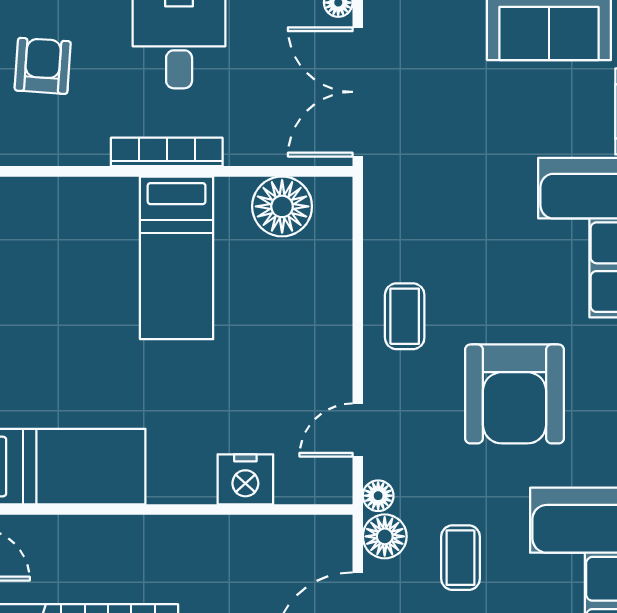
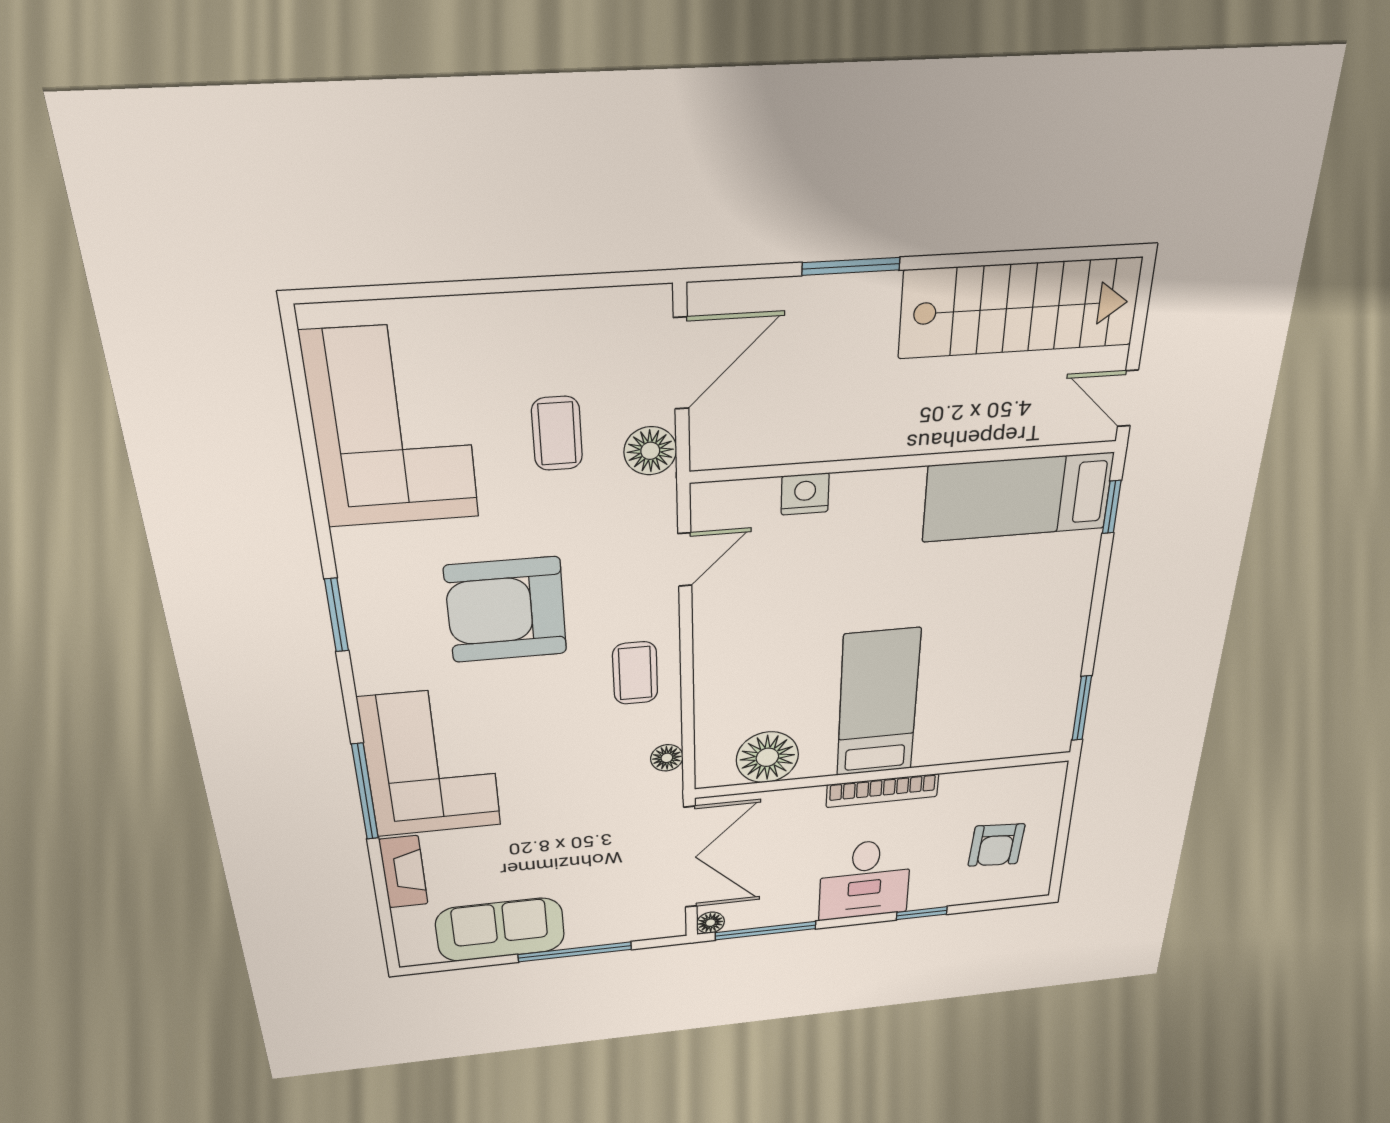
armchair: (515, 394) -> (506, 610), turned -90
nightstand: (245, 479) -> (805, 494), width x0.74, depth x0.75
floor lamp: (378, 496) -> (667, 758), moved

